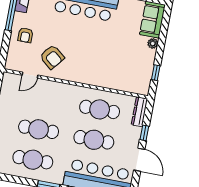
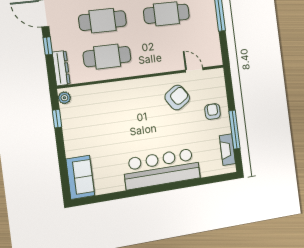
plant: (153, 43) -> (64, 98), moved
armchair: (52, 57) -> (177, 98), turned 107
door: (30, 75) -> (194, 70), hinge flipped

